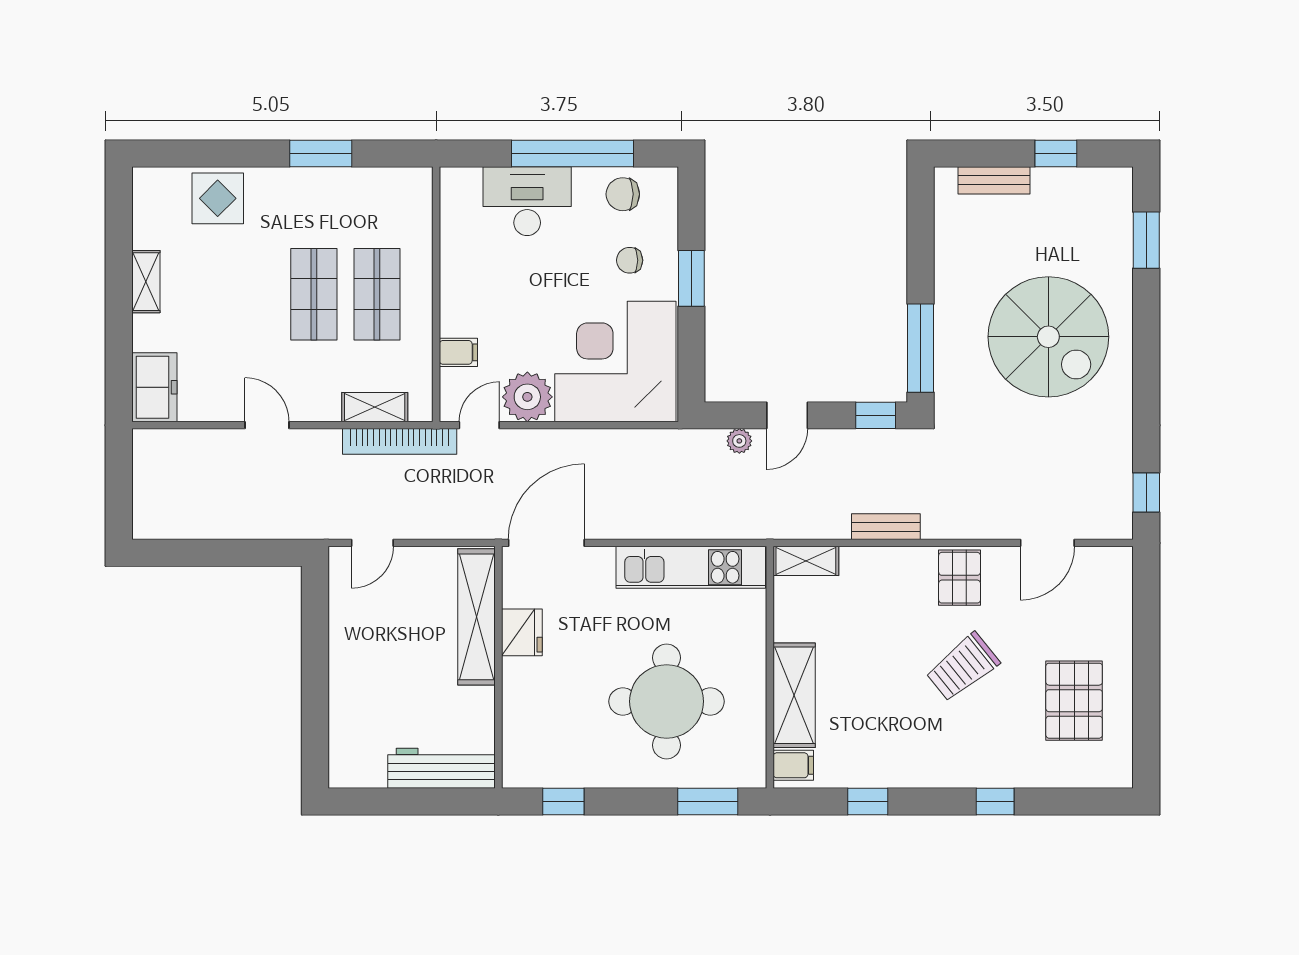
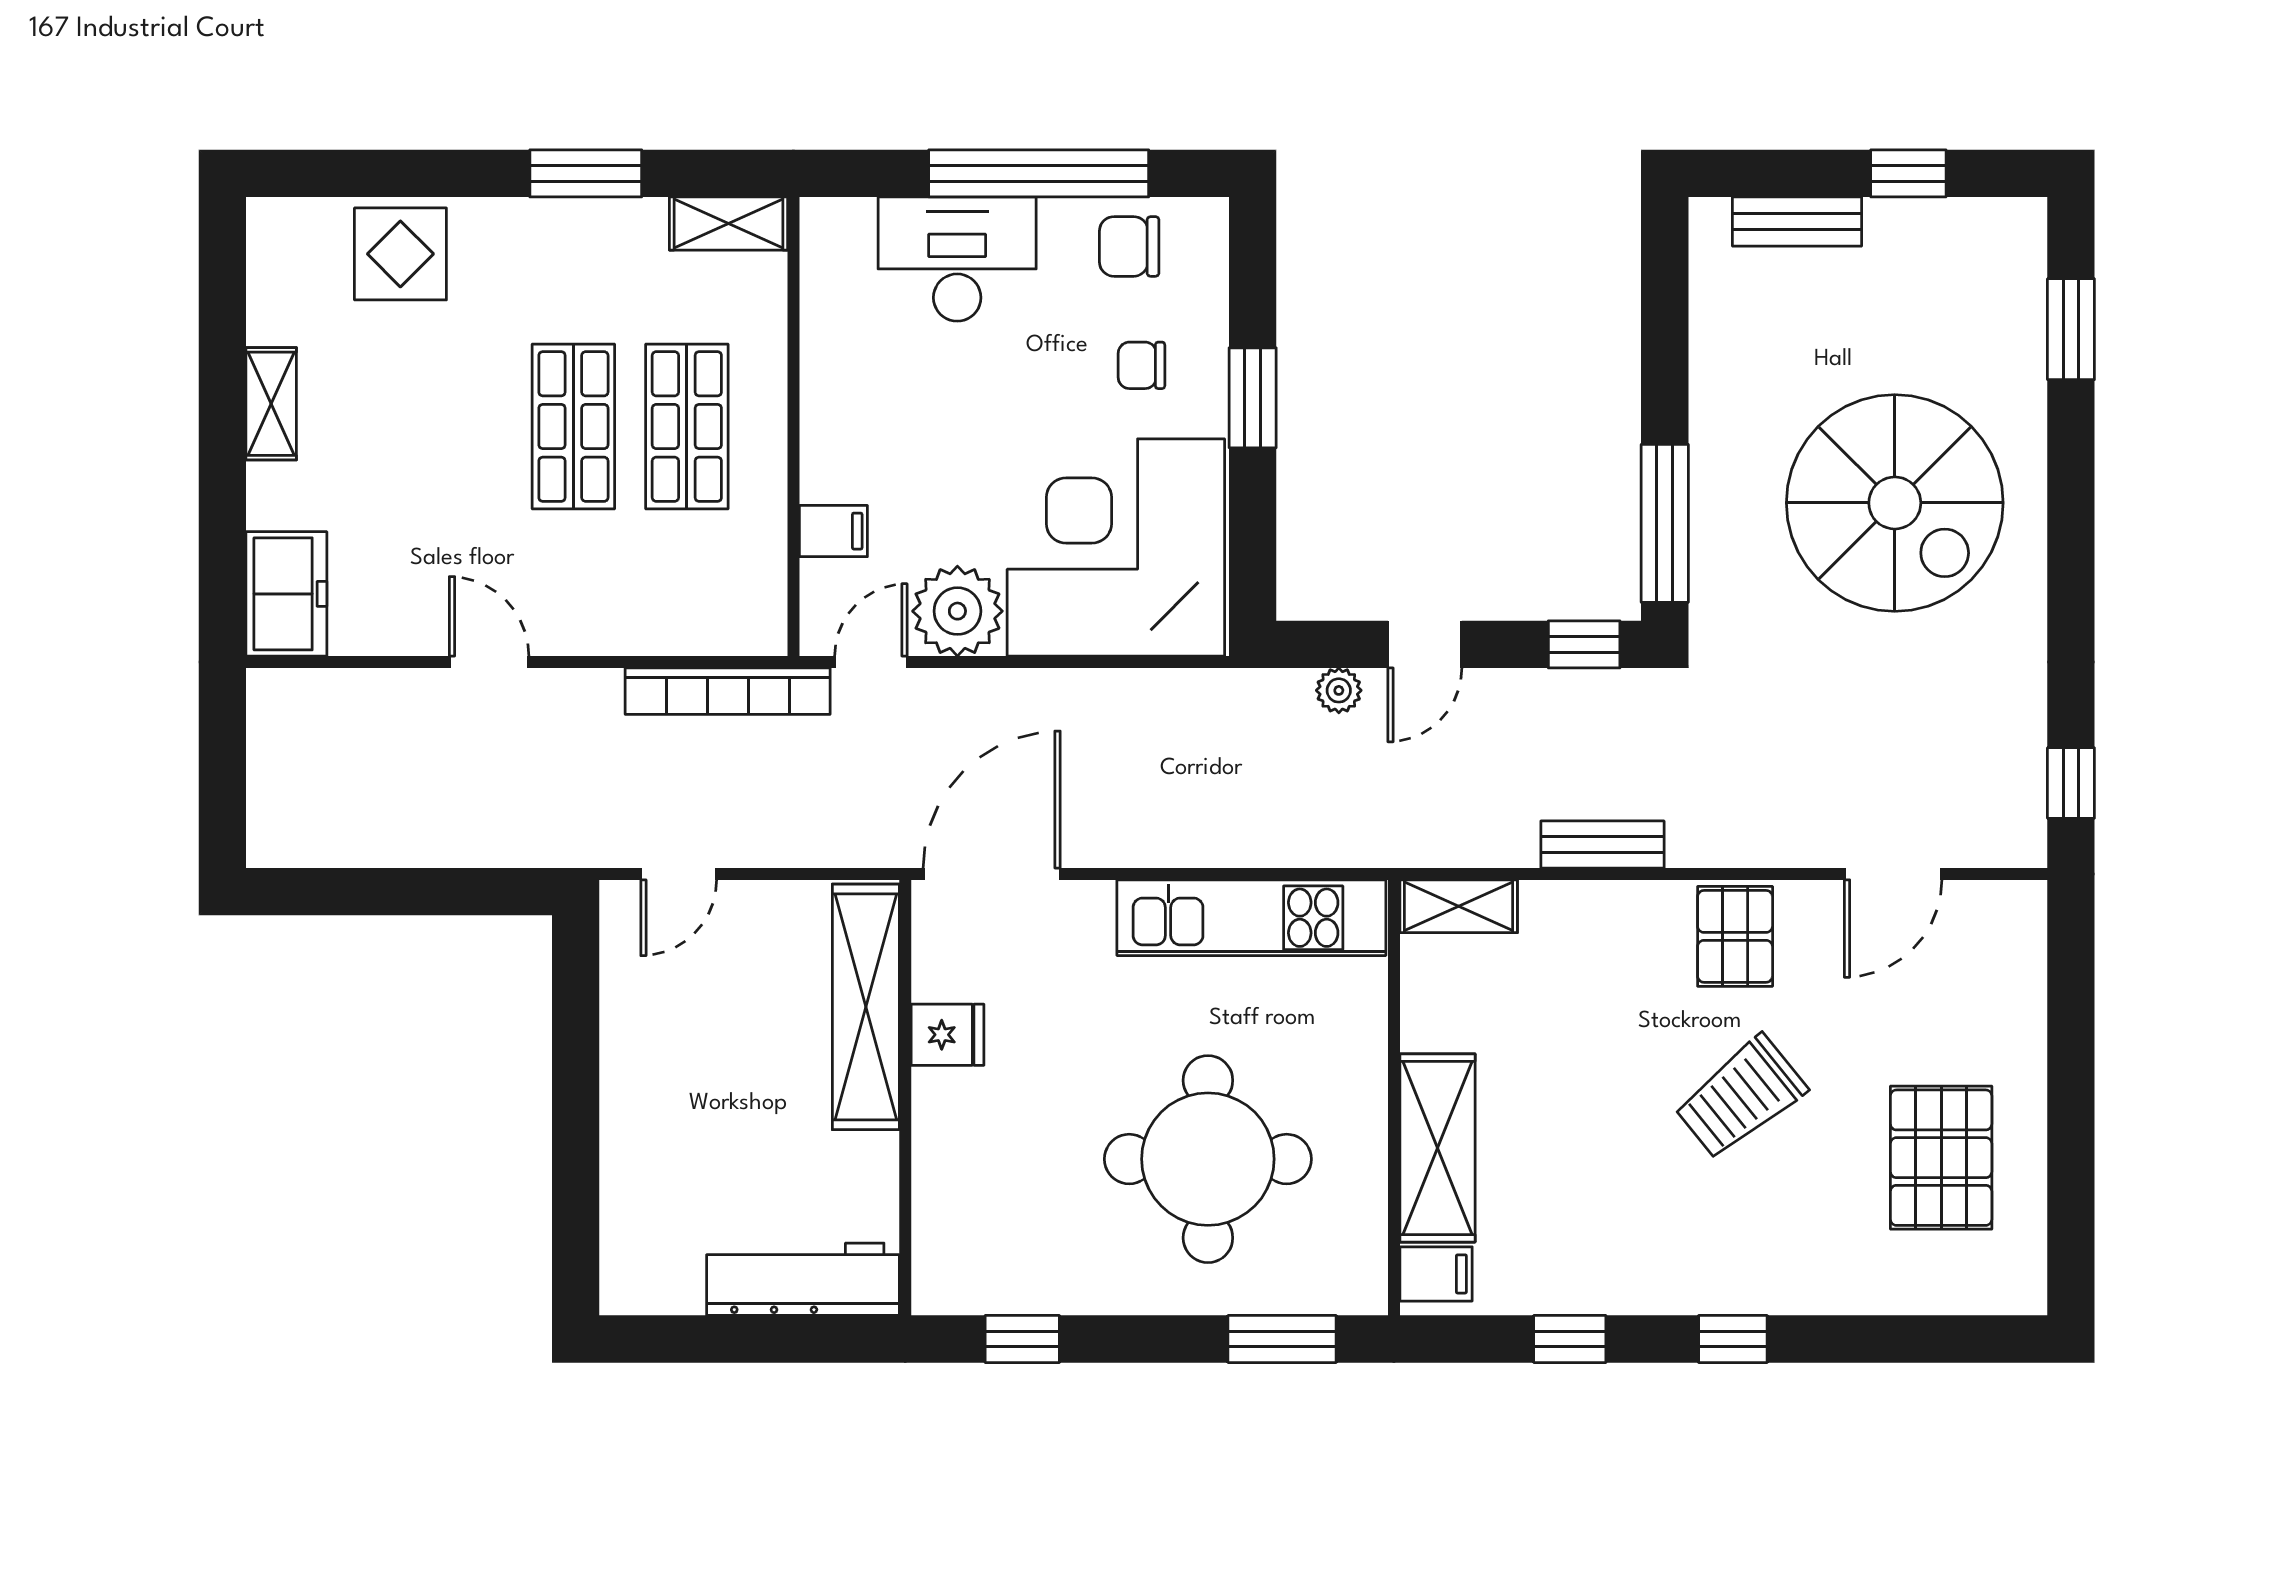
shelving: (375, 407) -> (728, 223), moved
fridge: (522, 632) -> (948, 1035), width x0.72
window: (995, 801) -> (1733, 1339), moved

